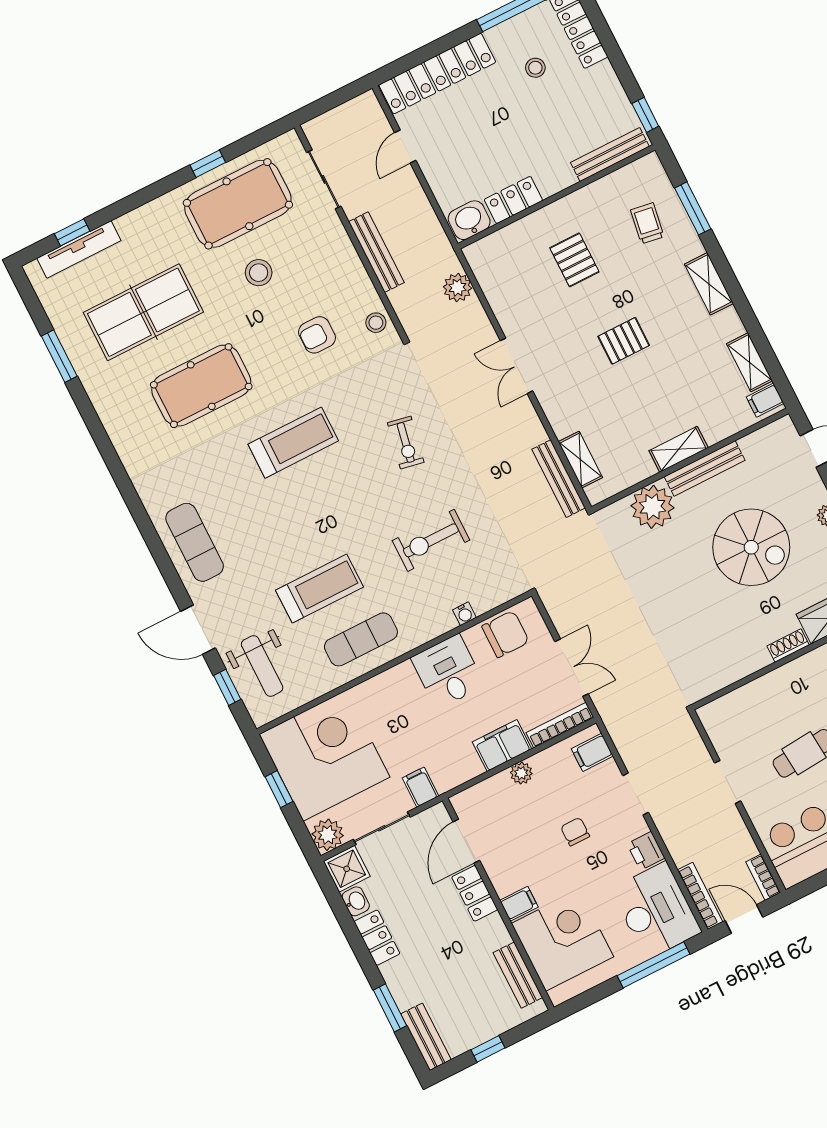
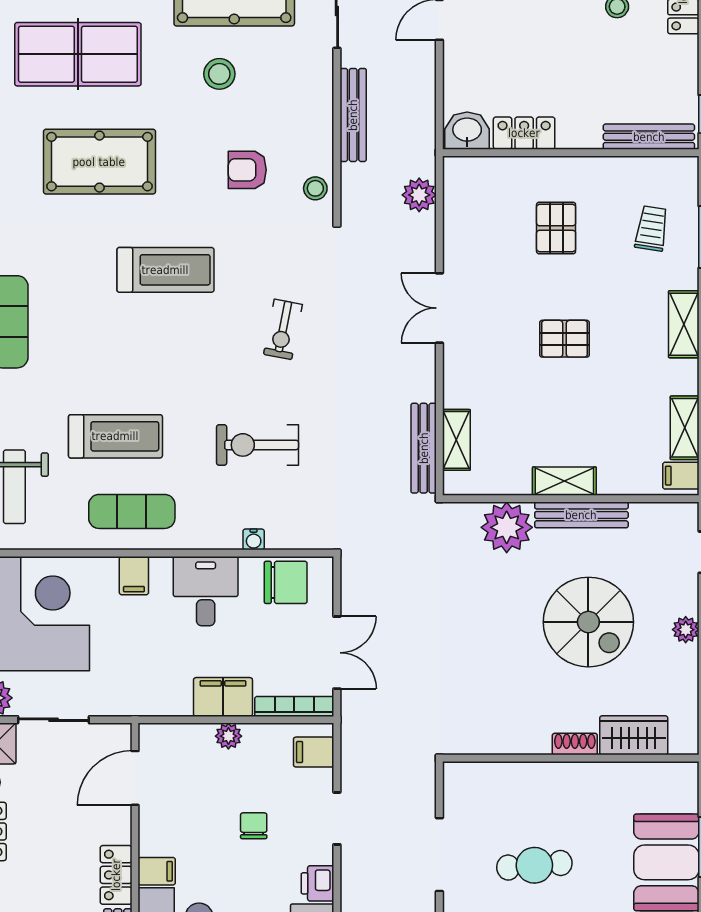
doorway: (728, 782) -> (439, 855), width x1.38
filing cabinet: (421, 787) -> (134, 576), moved, turned 180
locker: (475, 893) -> (116, 875), moved

